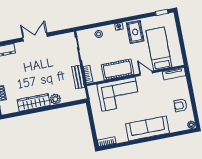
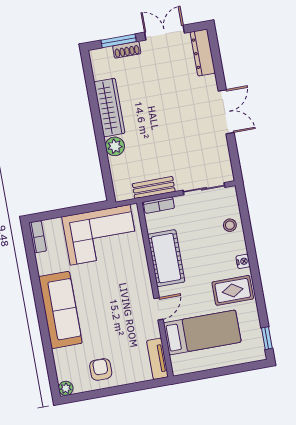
corner sofa: (118, 94) -> (100, 235), moved, turned -90

